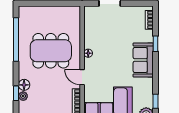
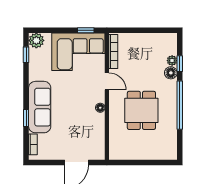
window: (16, 40) -> (180, 105), moved
dining table: (51, 51) -> (141, 110), width x0.73
sofa: (143, 60) -> (40, 107), width x1.36

